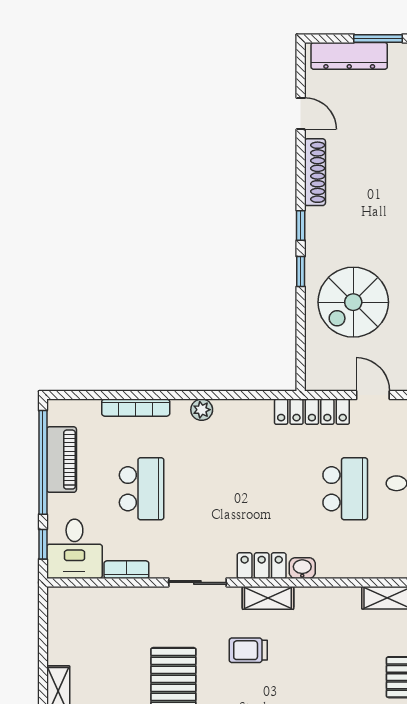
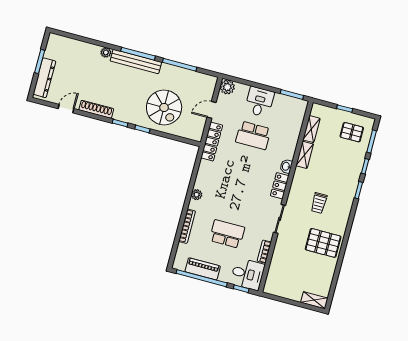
school desk: (345, 489) -> (253, 135), turned 180
shelving: (268, 598) -> (305, 155), moved

